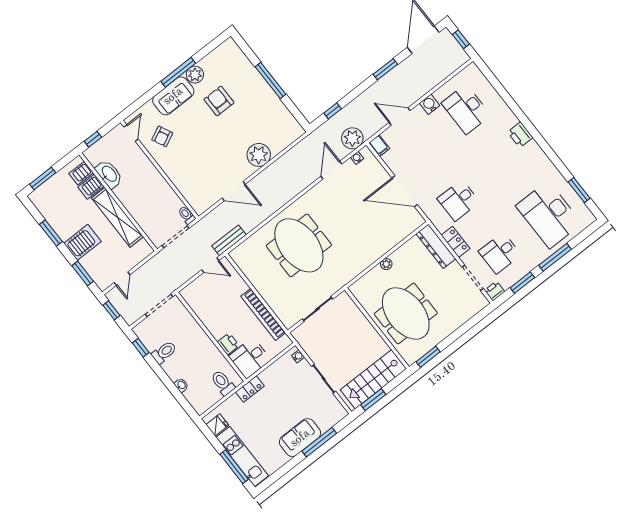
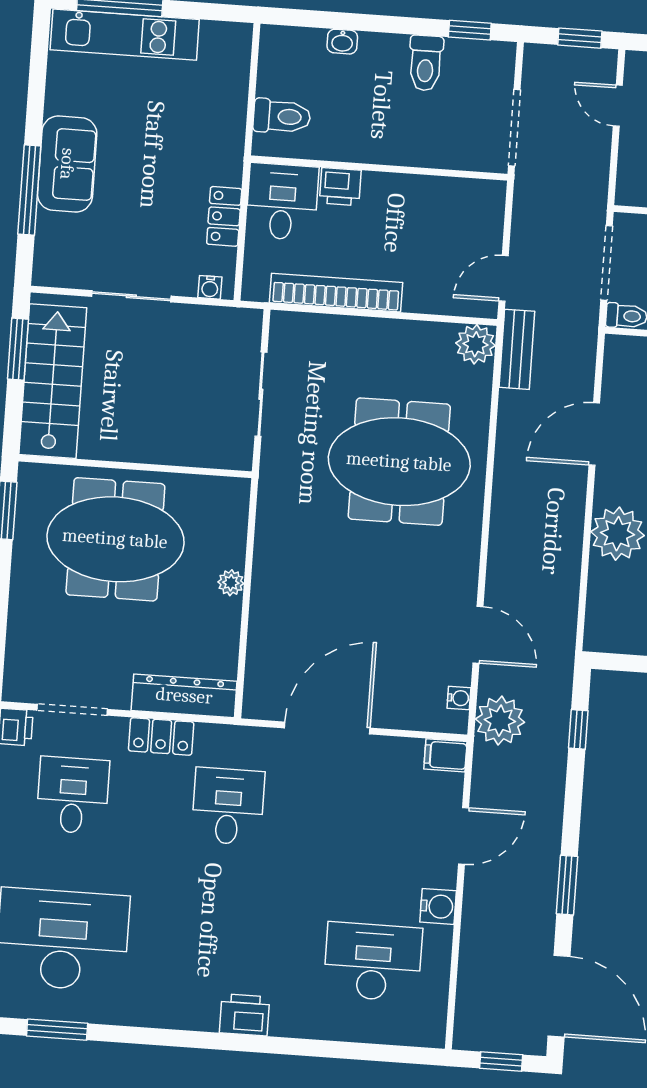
plant: (239, 255) -> (476, 344), added
locker: (250, 389) -> (224, 216), moved
fridge: (217, 425) -> (218, 41), removed

